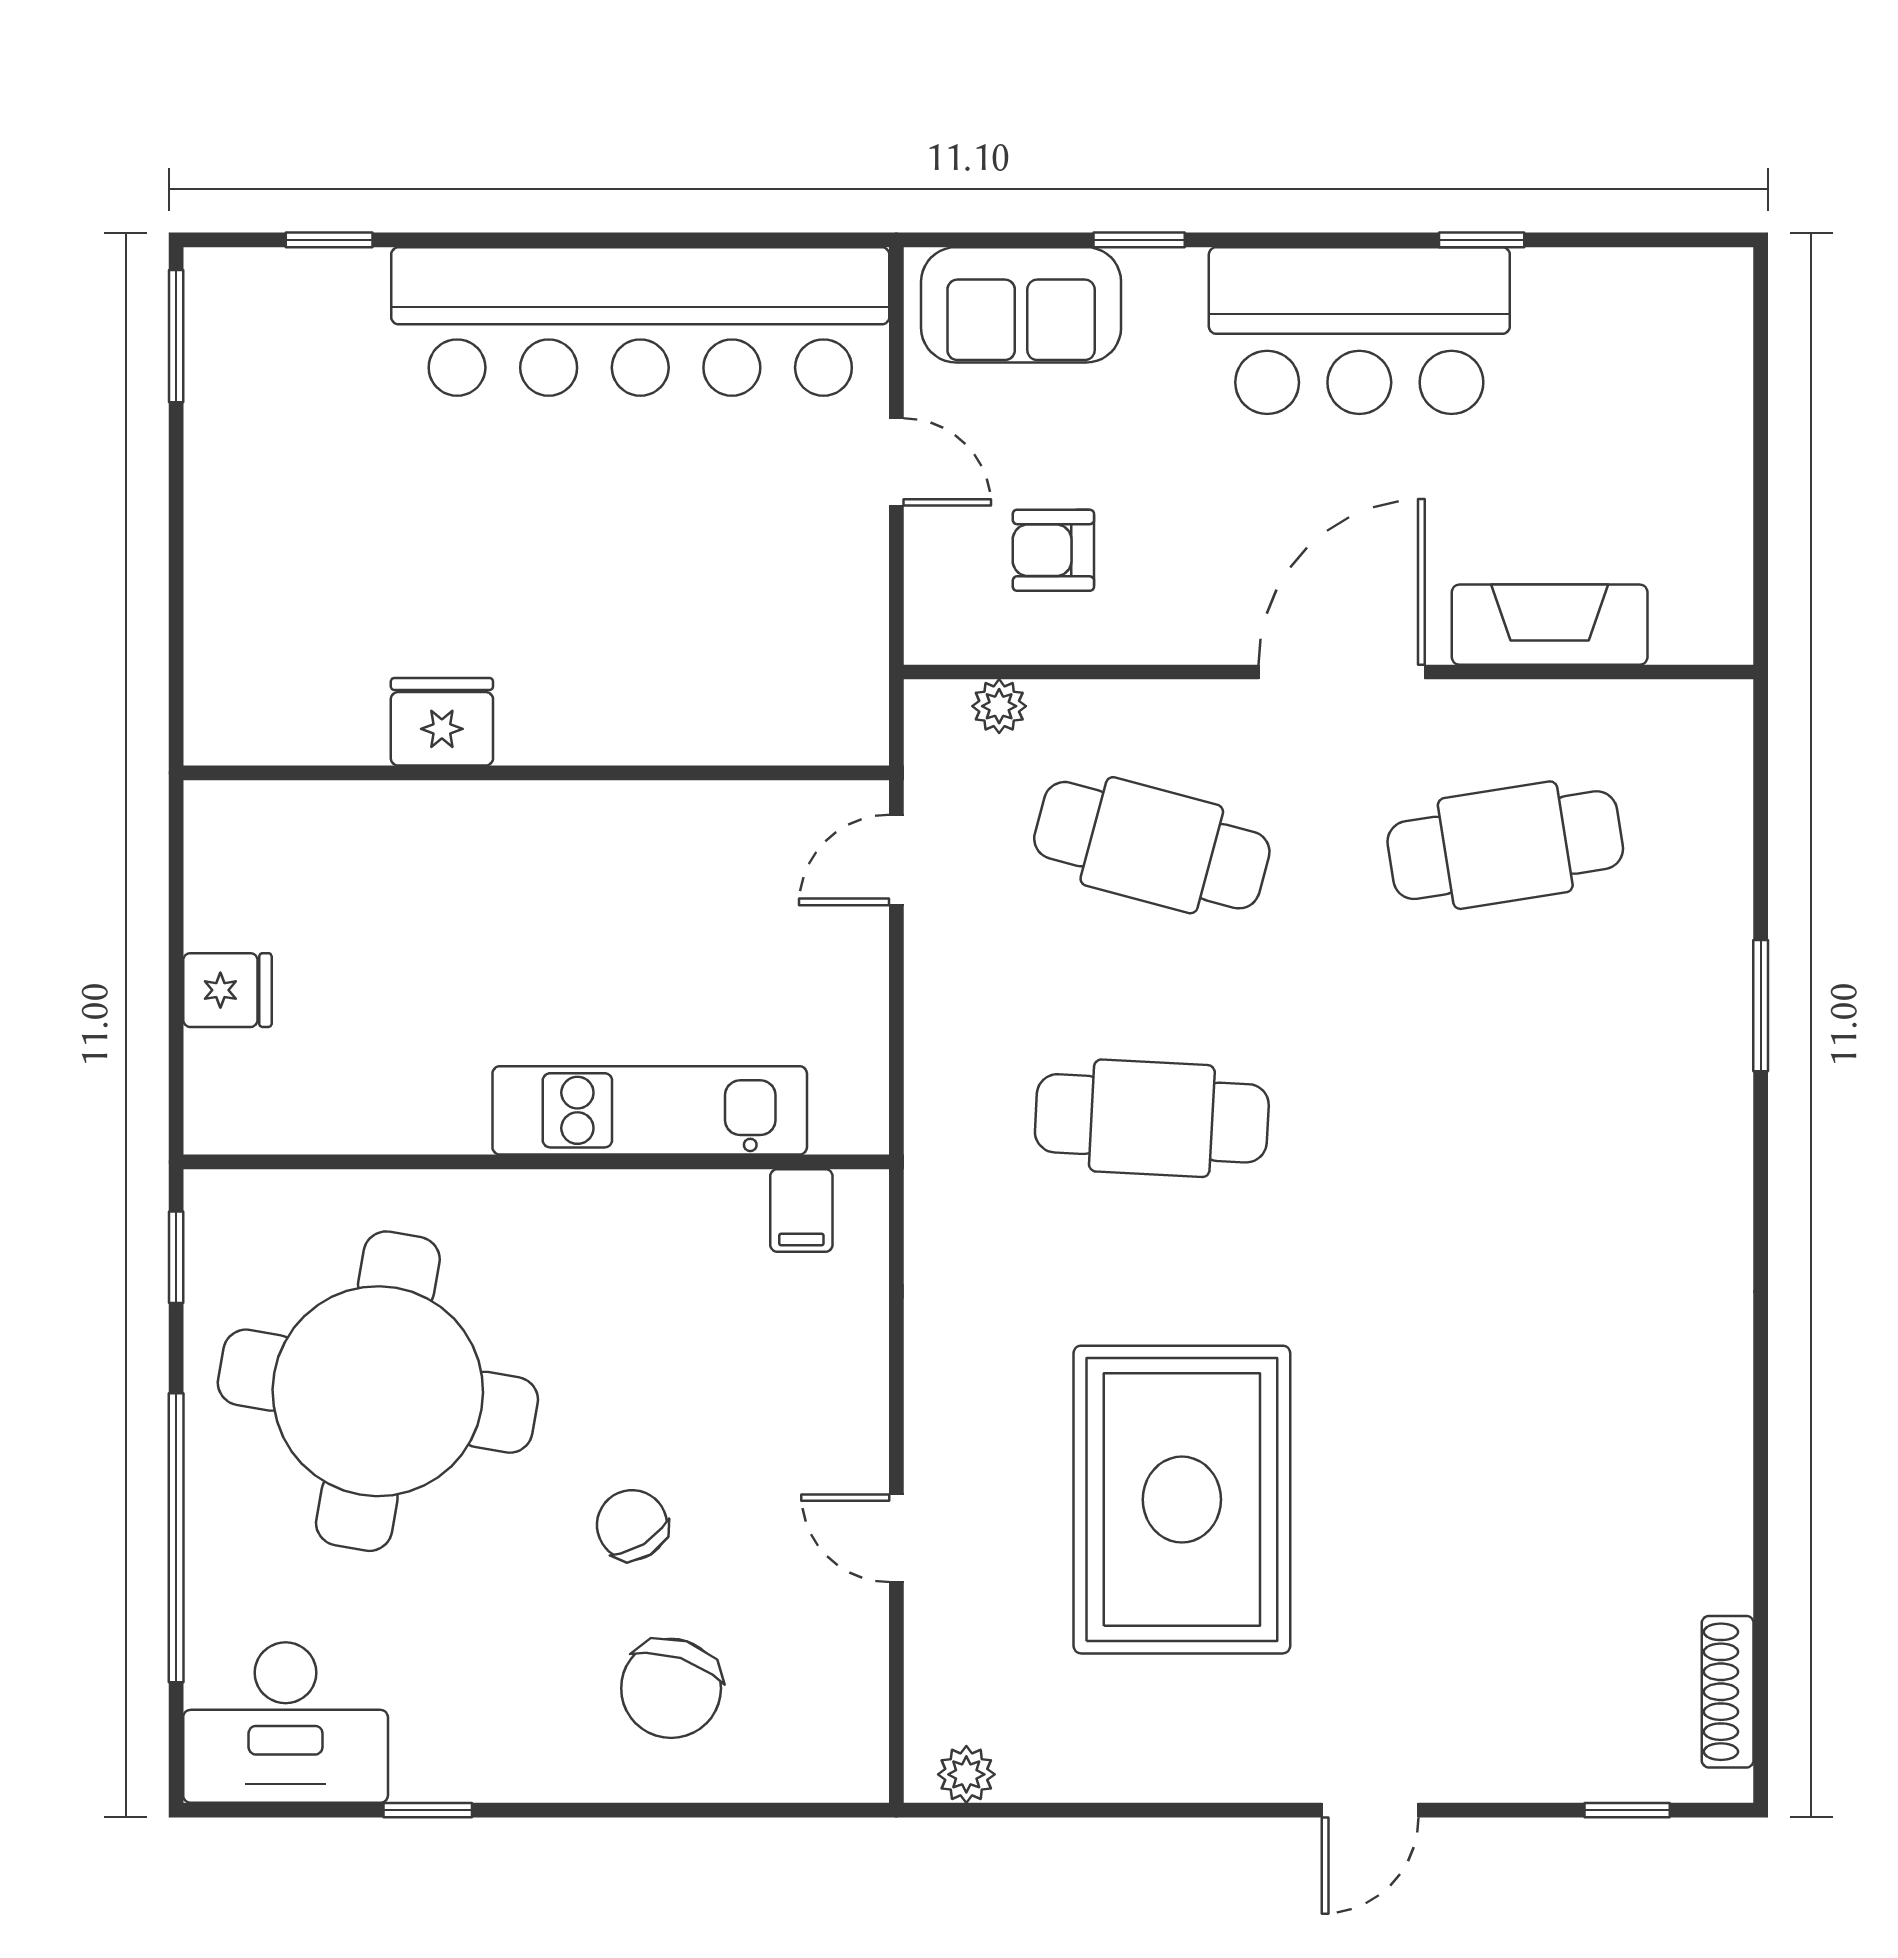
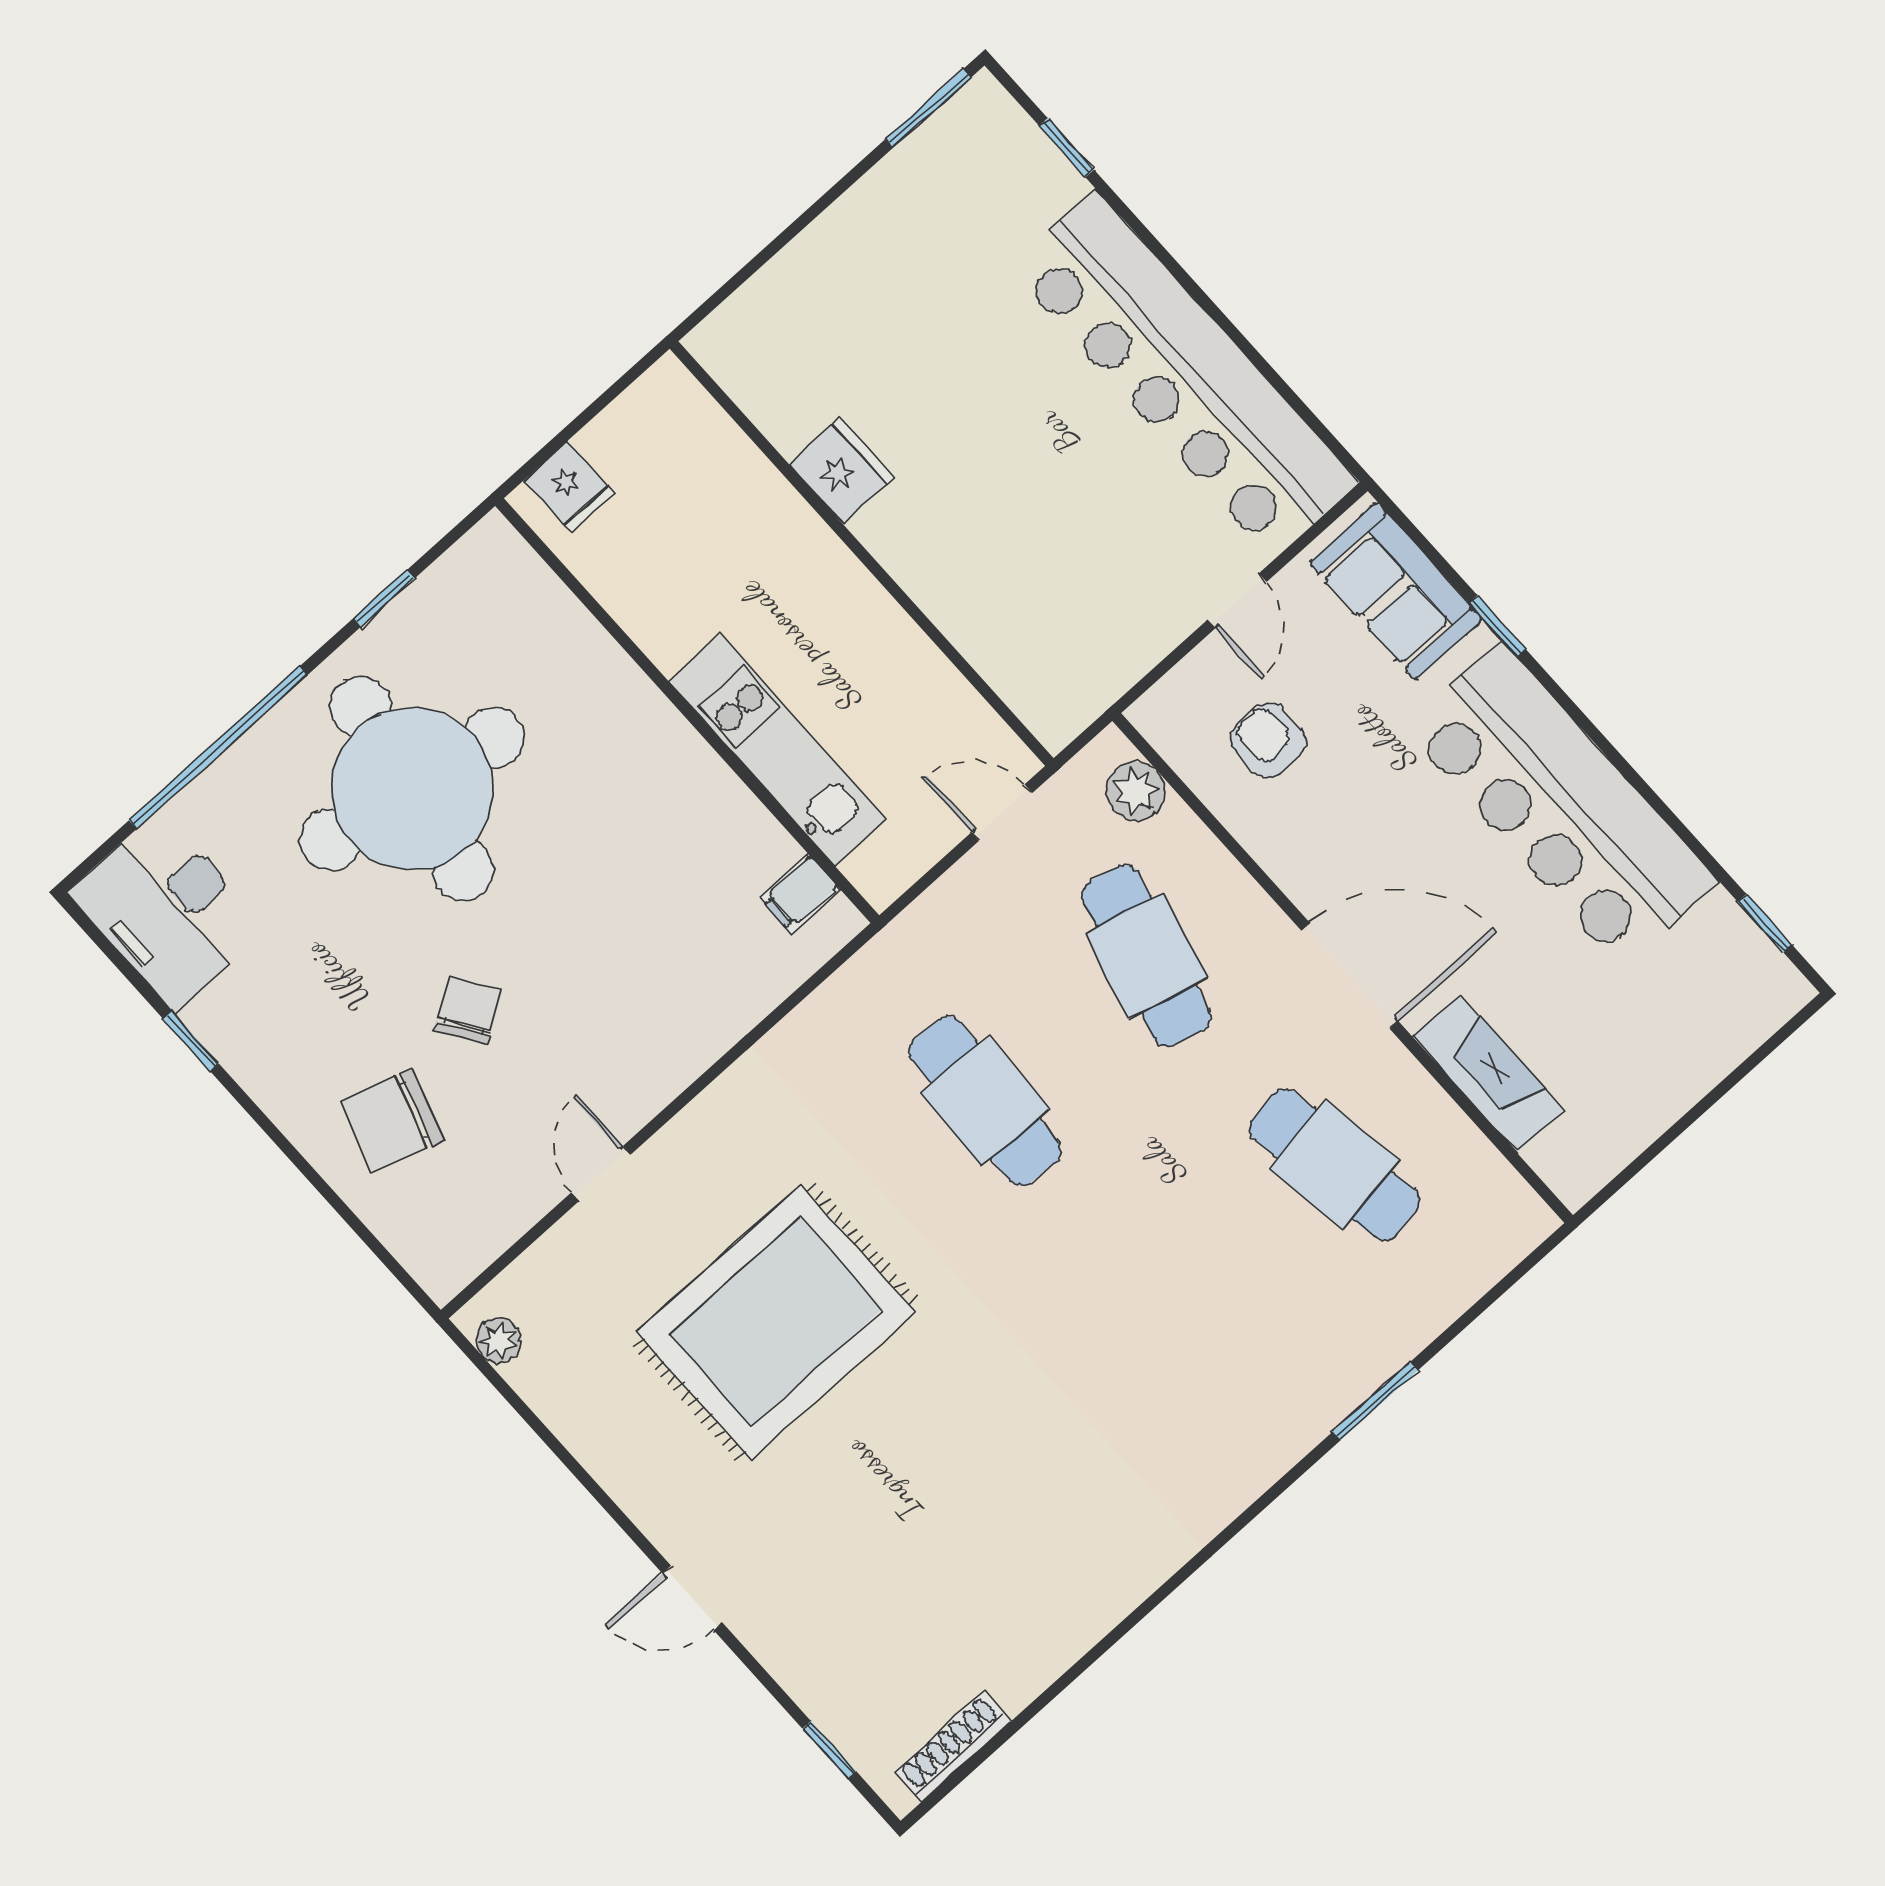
window: (1482, 240) -> (1765, 923), moved
bar counter: (1359, 331) -> (1561, 805), width x1.36
plant: (999, 706) -> (1136, 791), width x1.38, depth x1.38
kitchen unit: (650, 1110) -> (778, 750), moved
wall: (536, 1162) -> (687, 711), moved
filing cabinet: (801, 1210) -> (799, 893), moved

